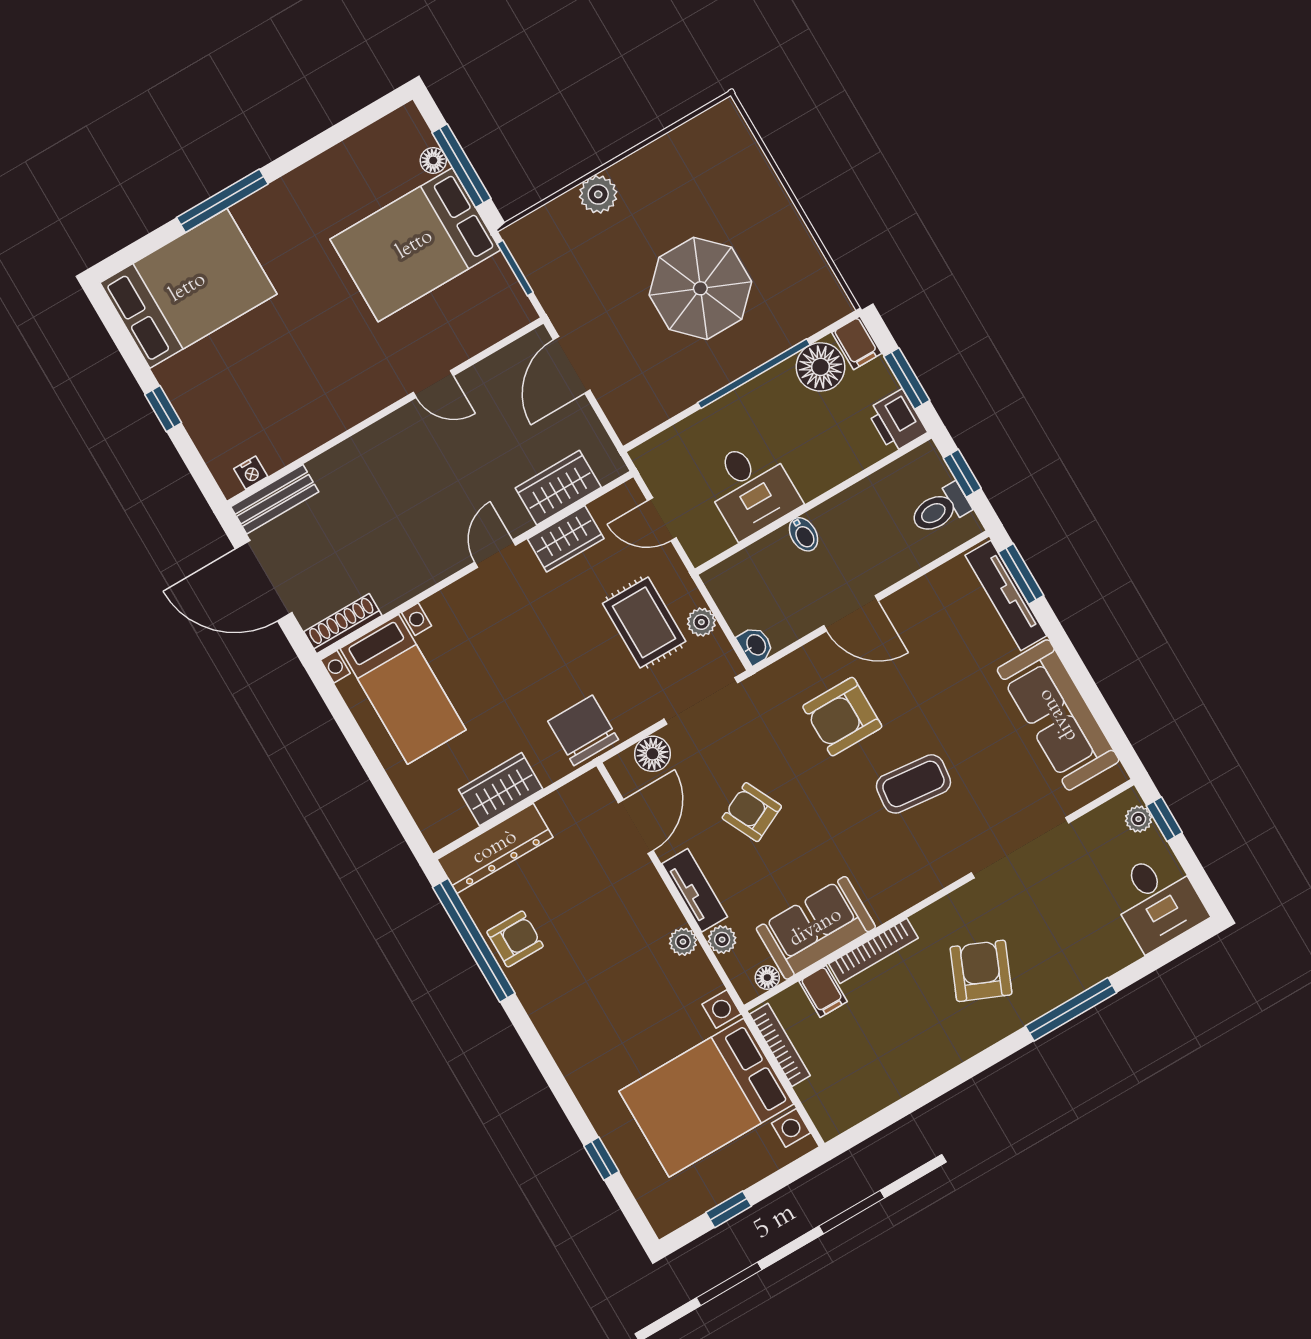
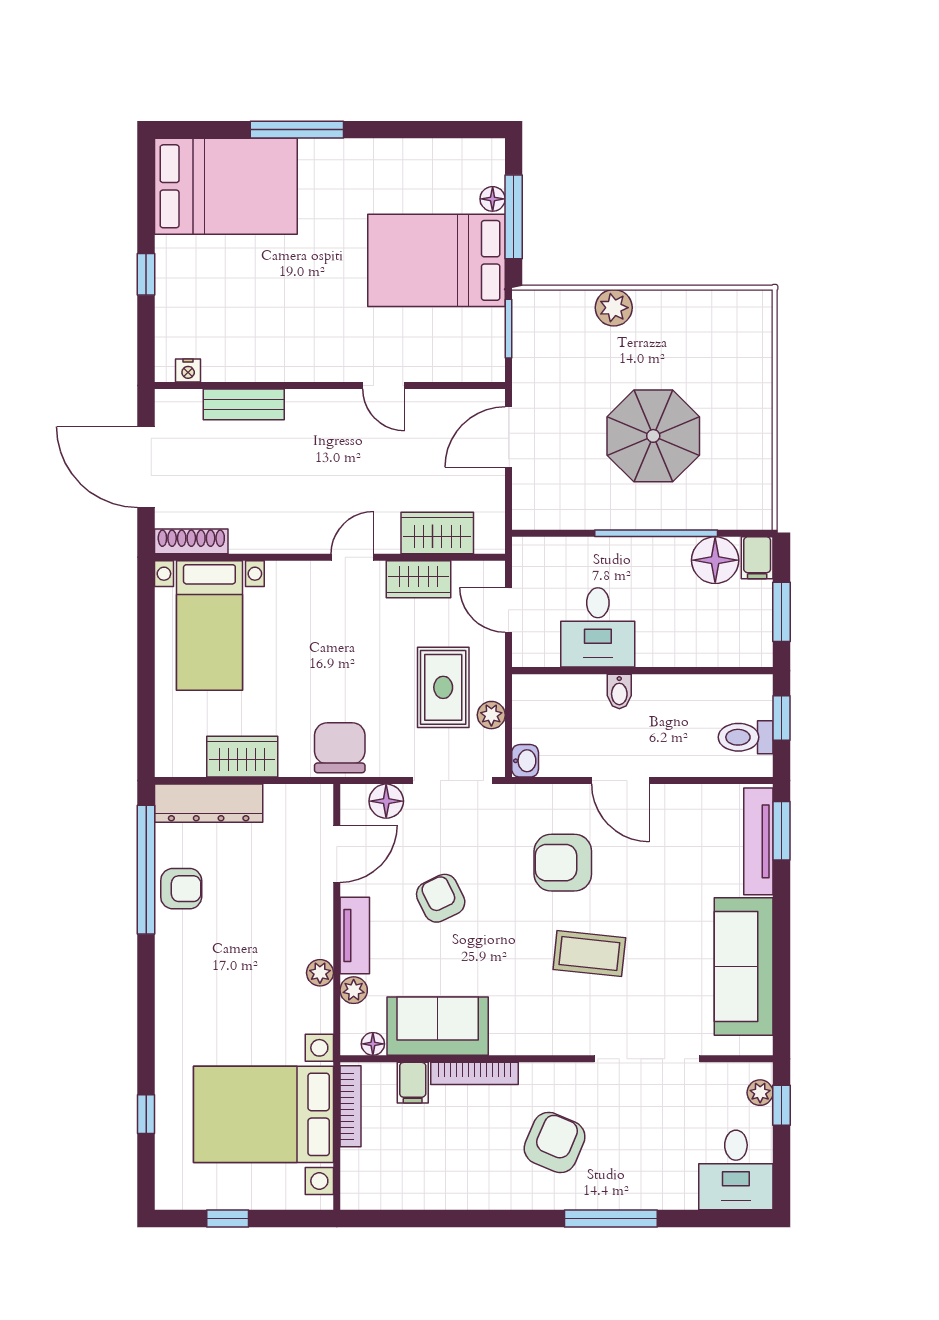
printer: (897, 421) -> (753, 643), removed
bench: (275, 499) -> (244, 404), moved

